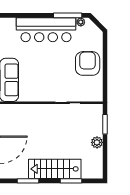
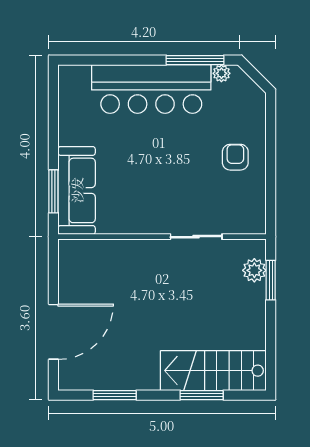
armchair: (88, 63) -> (235, 157), width x0.53, depth x0.53
plant: (97, 142) -> (254, 270), moved
stairs: (55, 169) -> (213, 371), moved

